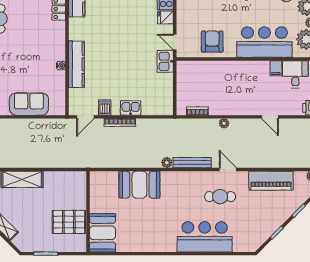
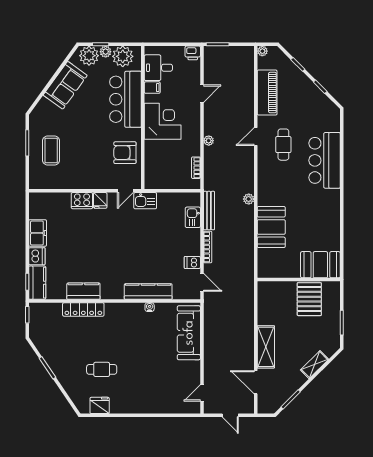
corner desk: (243, 78) -> (163, 121), added
sofa: (29, 104) -> (189, 333), width x1.36
kitchen sink: (131, 108) -> (193, 217), moved
bench: (192, 163) -> (209, 211), moved

